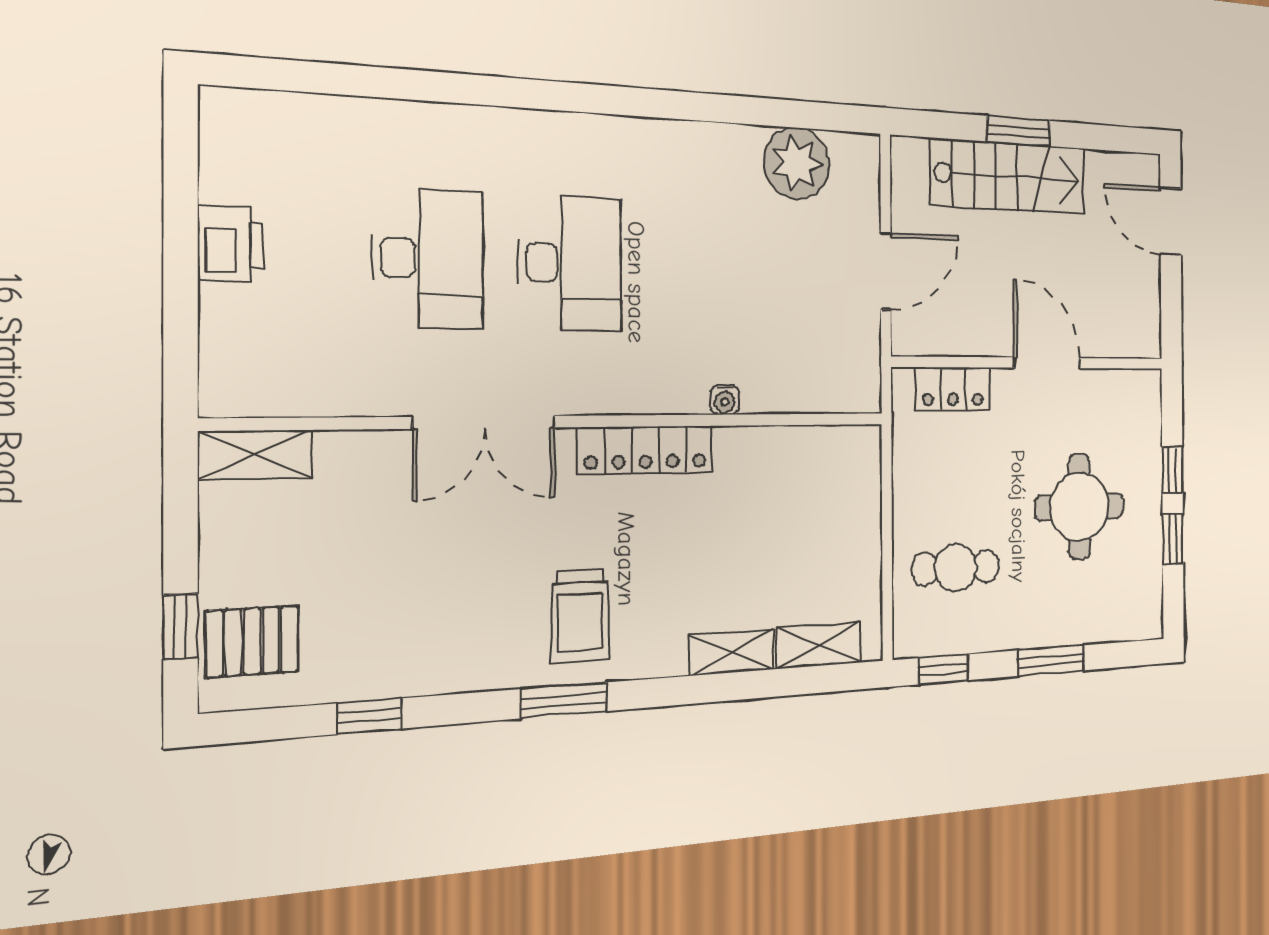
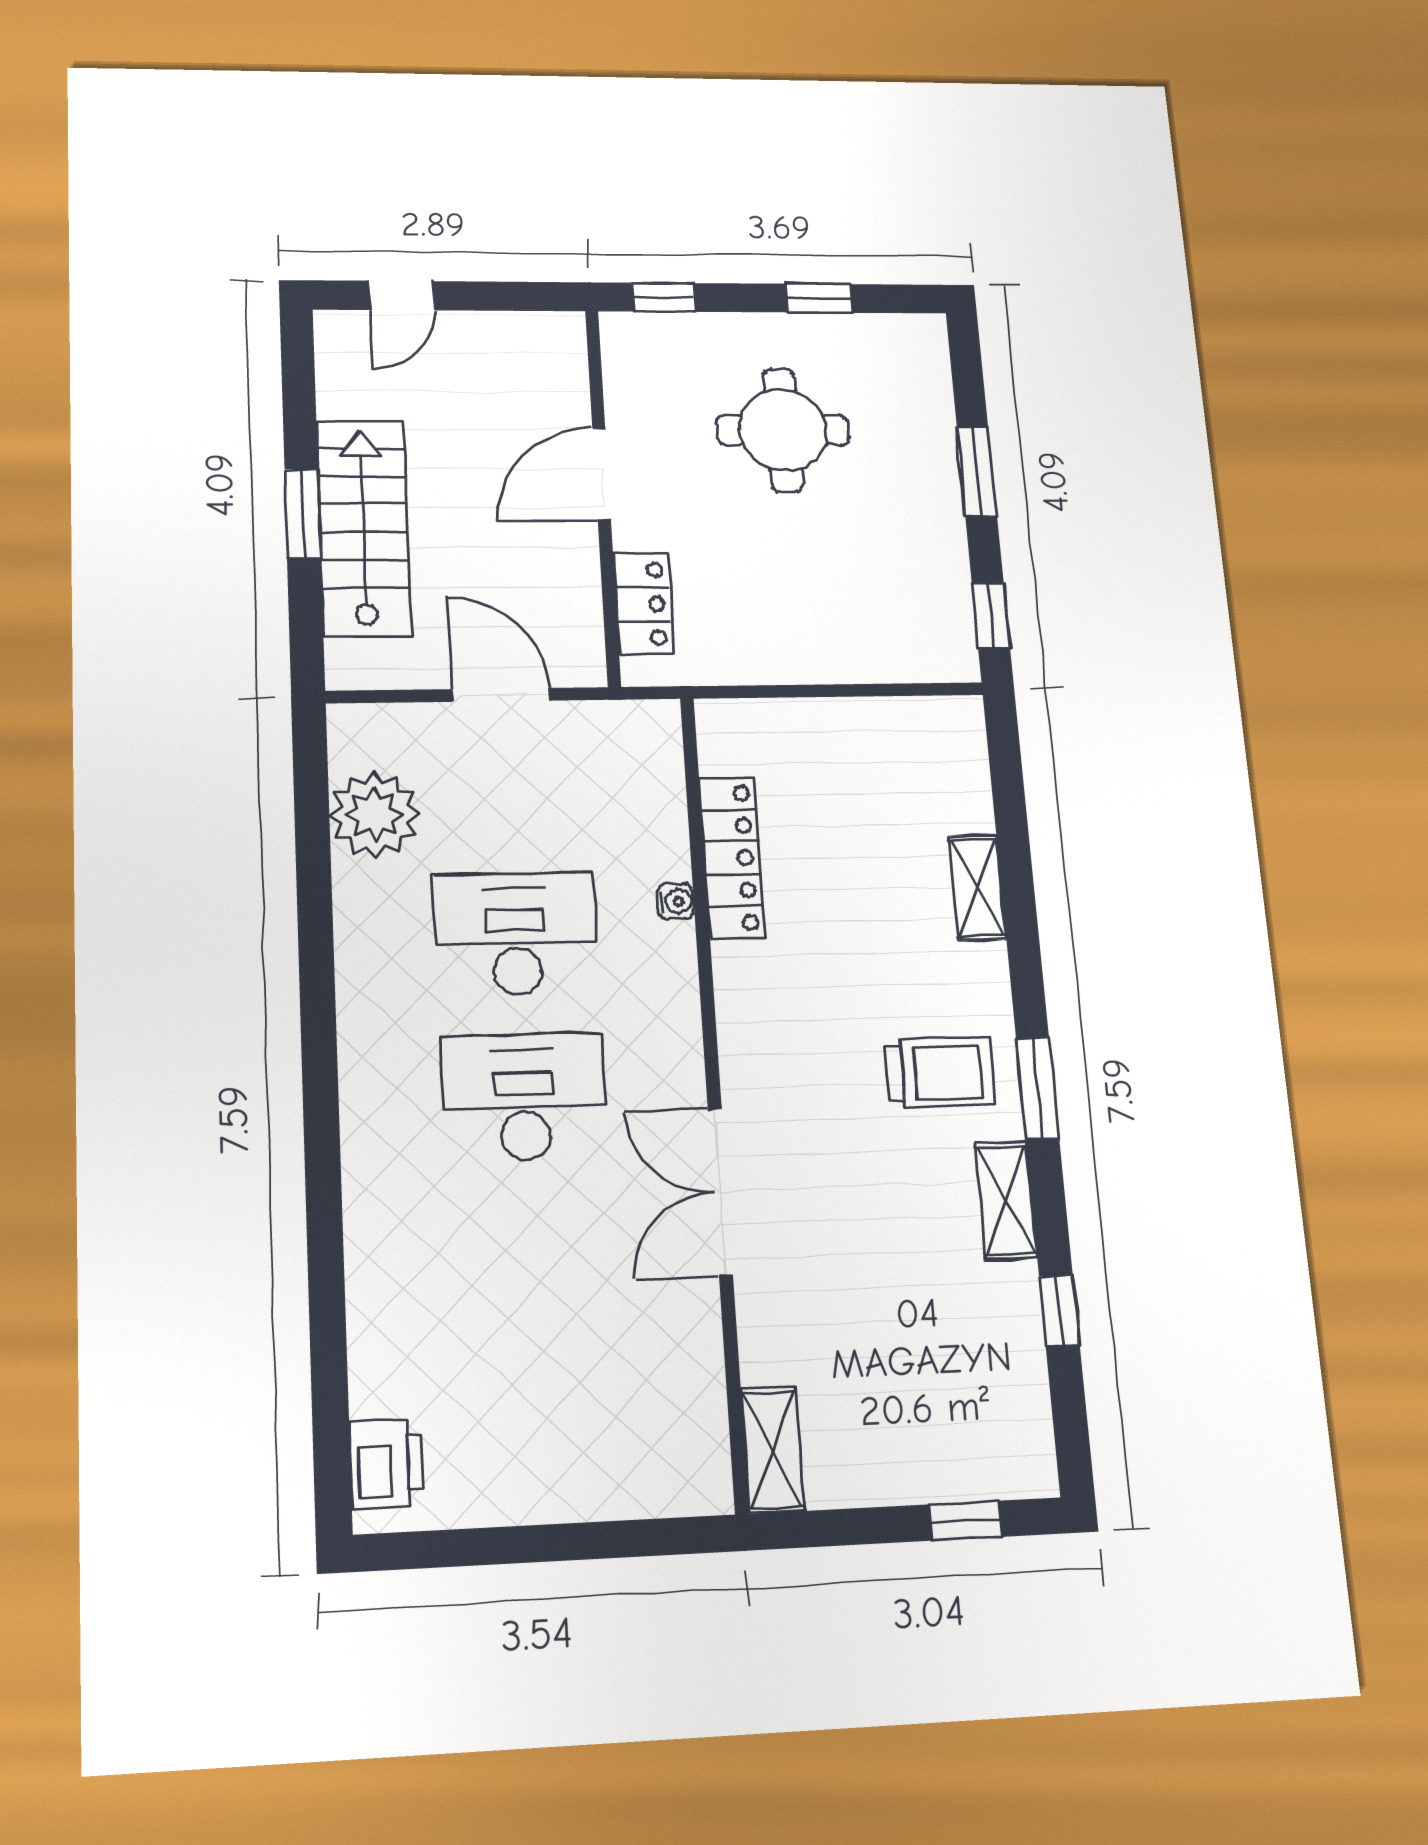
door: (1171, 221) -> (402, 296), width x0.73
printer: (231, 244) -> (386, 1464), moved, turned 90
desk: (428, 259) -> (516, 934), moved
double door: (485, 422) -> (720, 1192), swing flipped
locker: (646, 450) -> (732, 858), moved
window: (1172, 470) -> (664, 297), moved
cafe table: (956, 568) -> (866, 600), removed
pallet: (252, 641) -> (980, 1443), removed
shelving: (819, 645) -> (1006, 1200), moved

